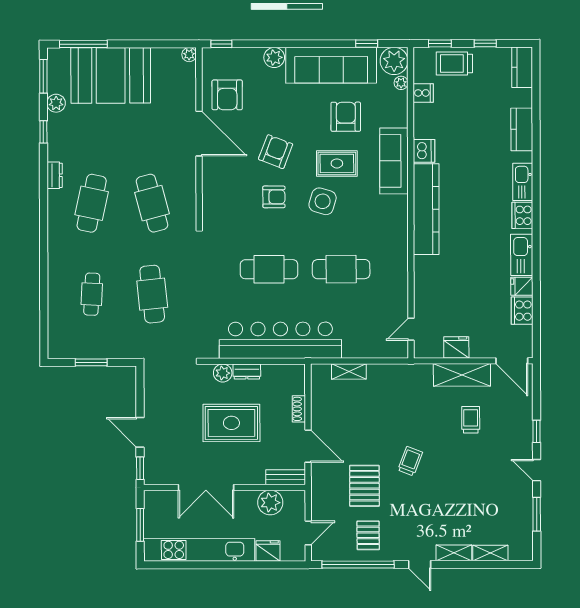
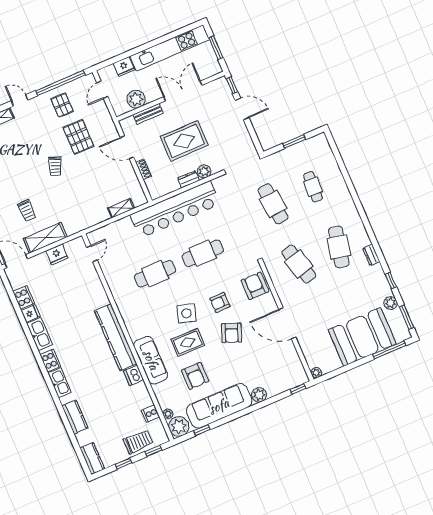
armchair: (227, 95) -> (255, 286), moved
bench: (286, 477) -> (148, 114), moved

